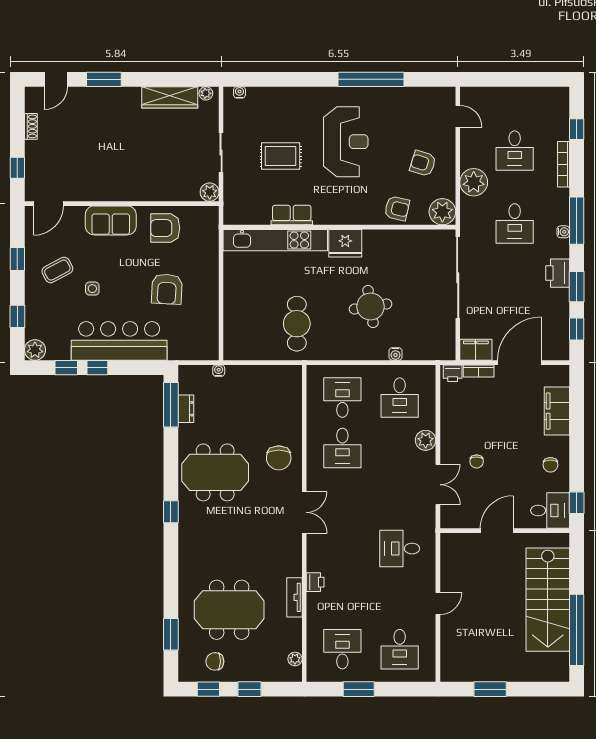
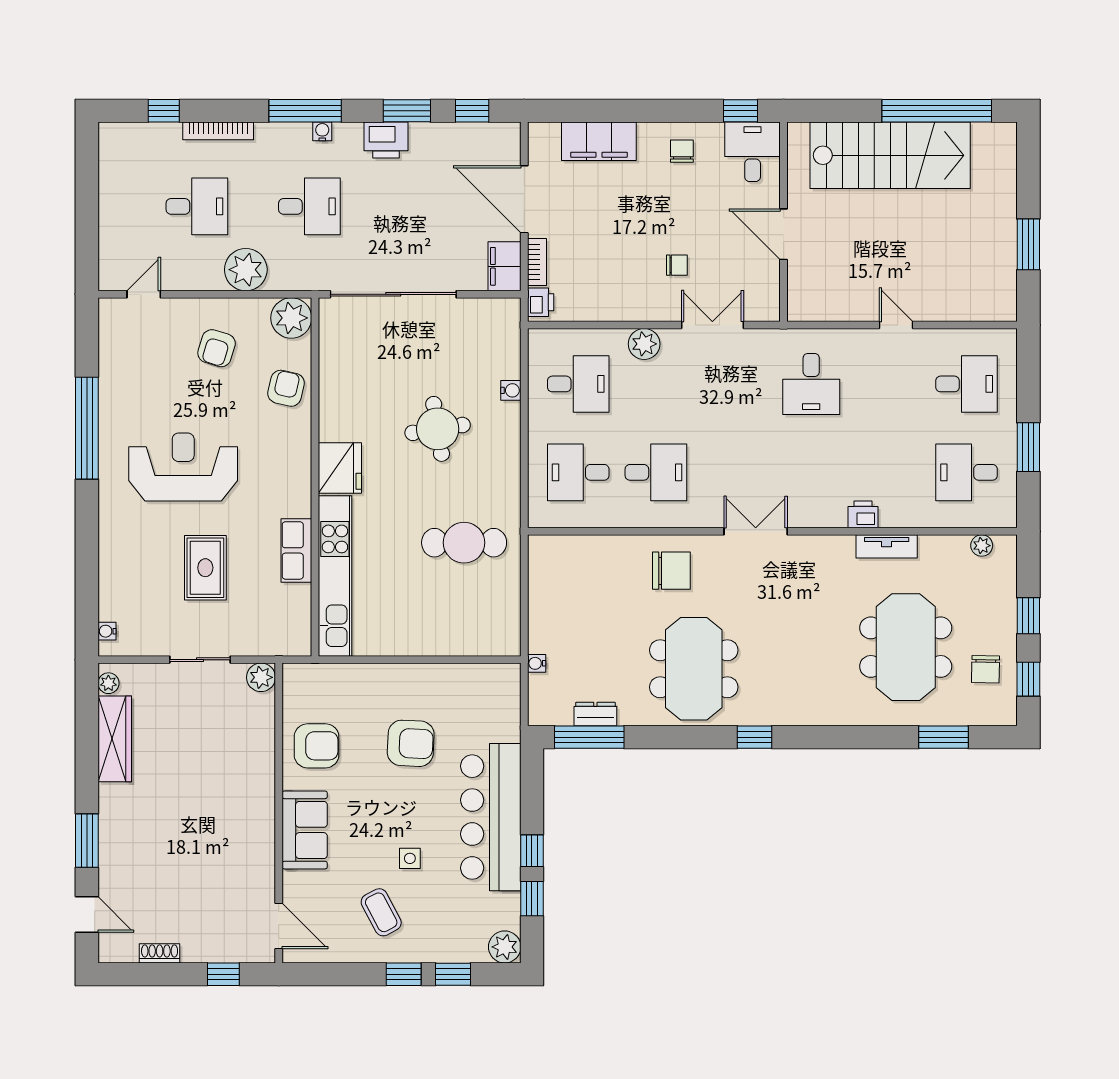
armchair: (165, 228) -> (317, 746), turned -90
window: (17, 259) -> (404, 974), moved
chair: (550, 465) -> (682, 151), turned -90

